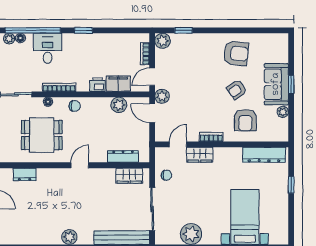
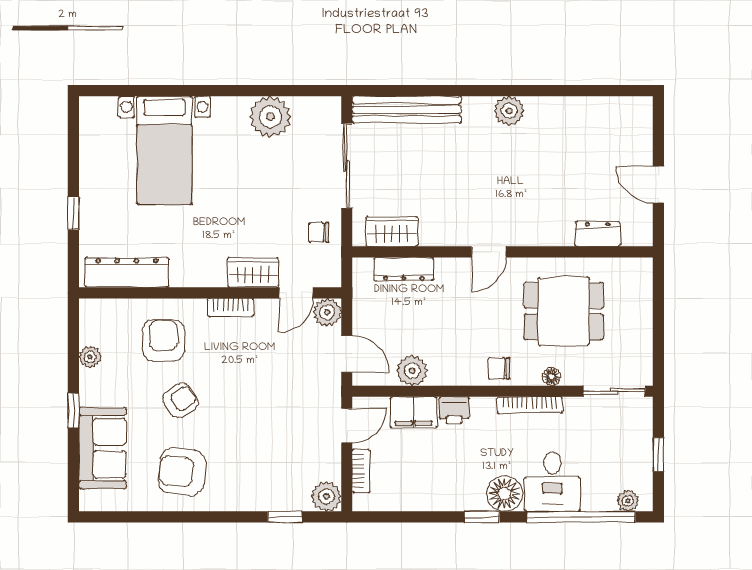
floor lamp: (20, 38) -> (504, 494), moved, width x1.89, depth x1.89
sofa: (276, 84) -> (103, 448), moved
plant: (162, 96) -> (327, 312), moved

